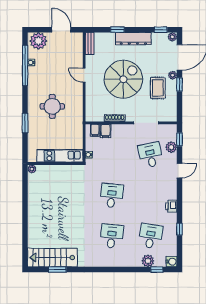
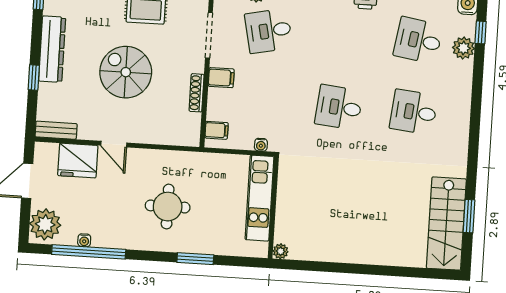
fridge: (74, 56) -> (78, 161), added
door: (84, 75) -> (114, 144), hinge flipped
spiral stairs: (123, 79) -> (126, 72), width x0.73, depth x0.73
filing cabinet: (106, 131) -> (221, 78), moved

